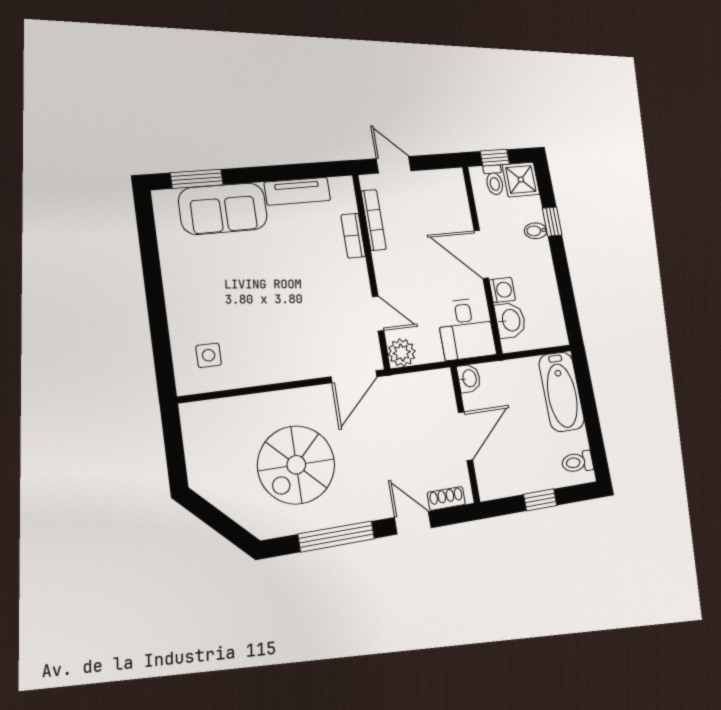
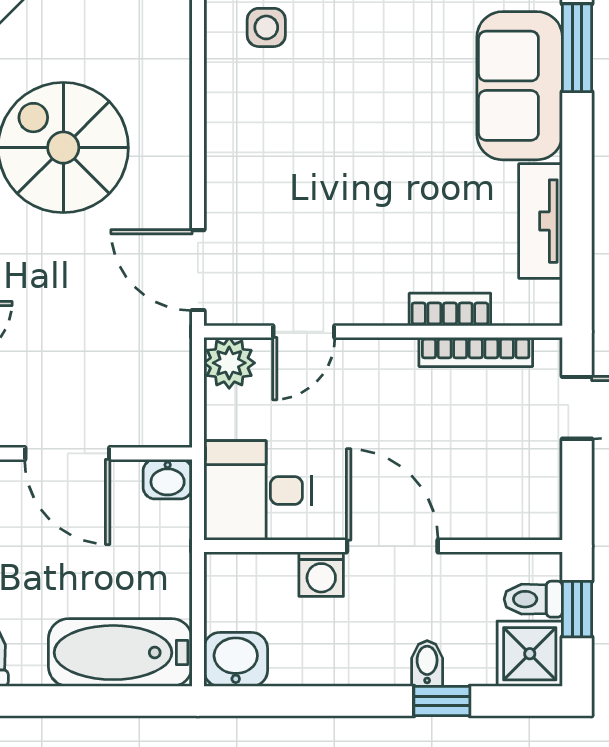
door: (481, 254) -> (392, 546), hinge flipped
washbasin: (510, 320) -> (236, 659), moved, turned 180

